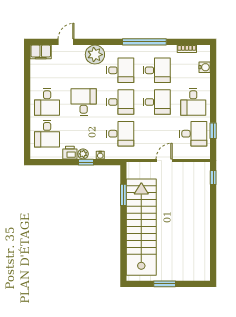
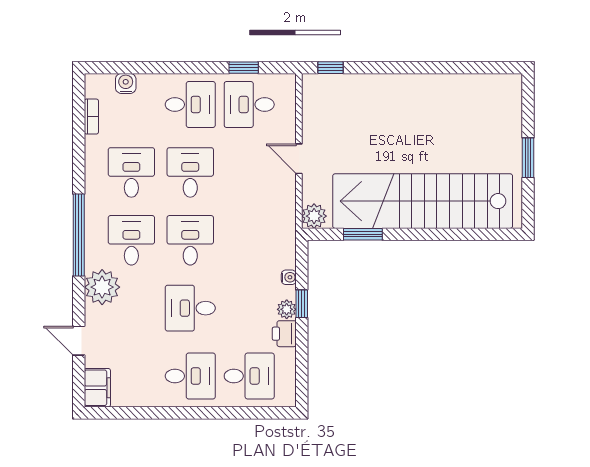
window: (144, 42) -> (79, 235), moved
desk: (120, 134) -> (249, 240), removed
desk: (193, 134) -> (249, 105), turned -90
plant: (133, 169) -> (314, 216), added

